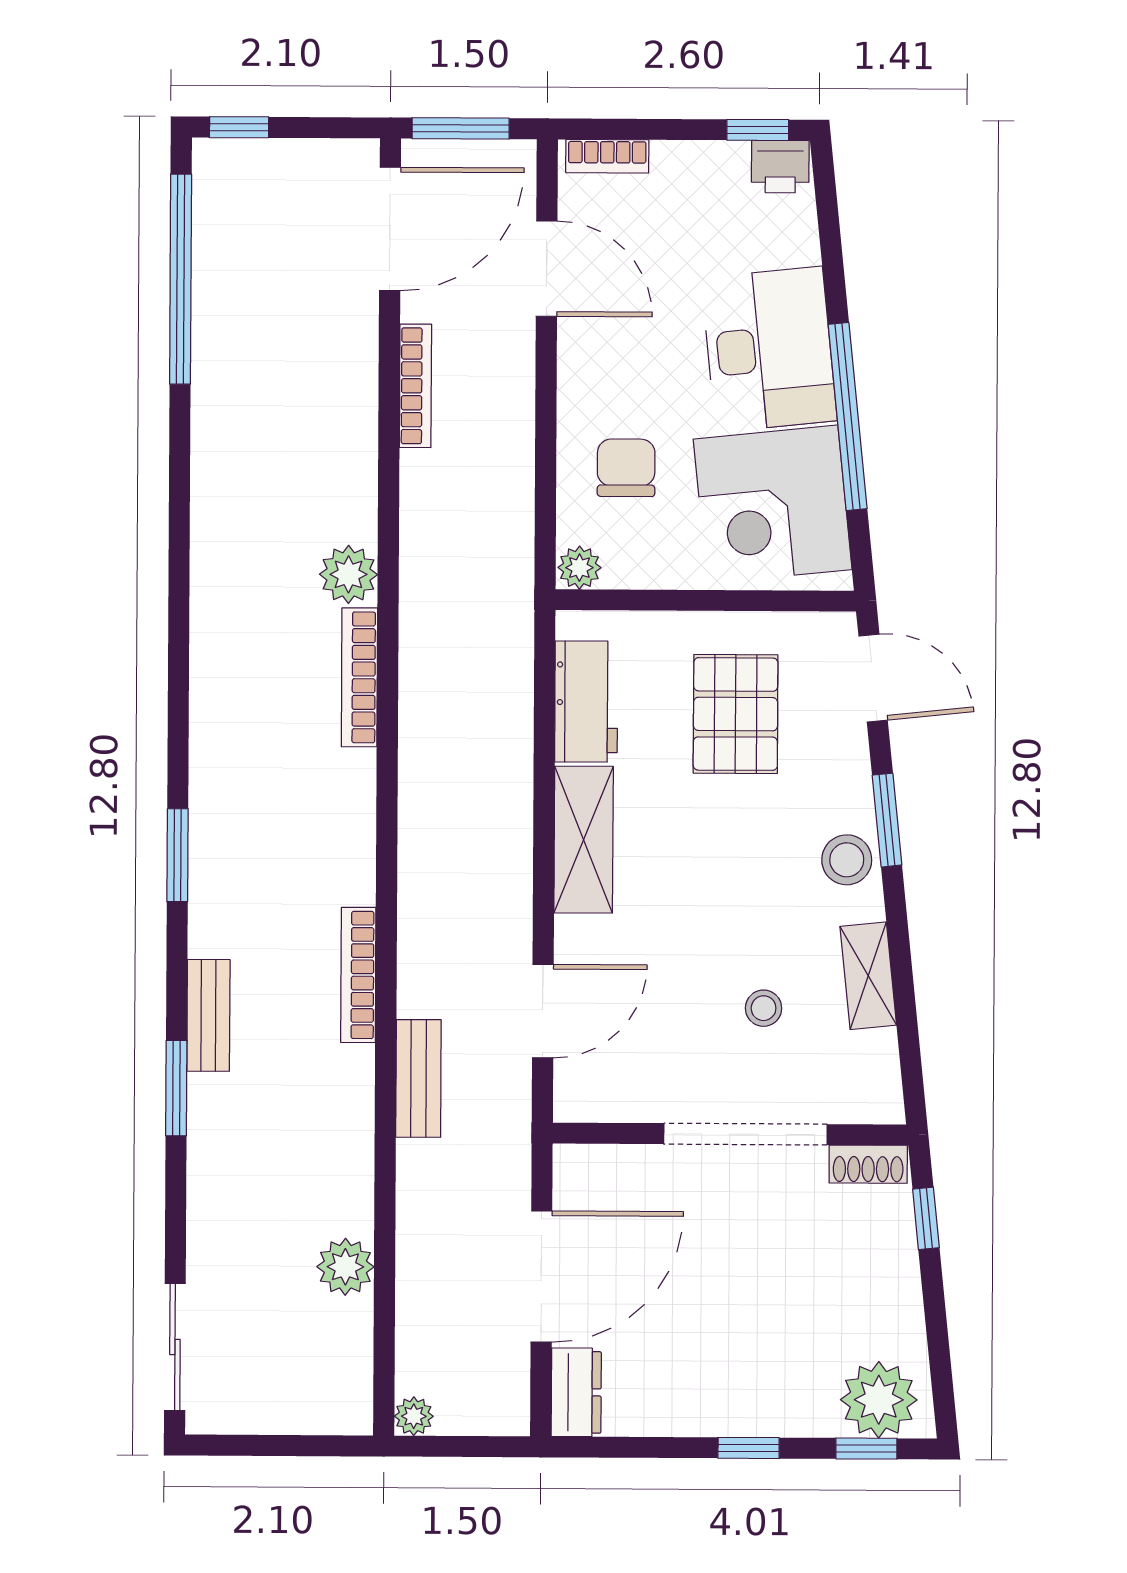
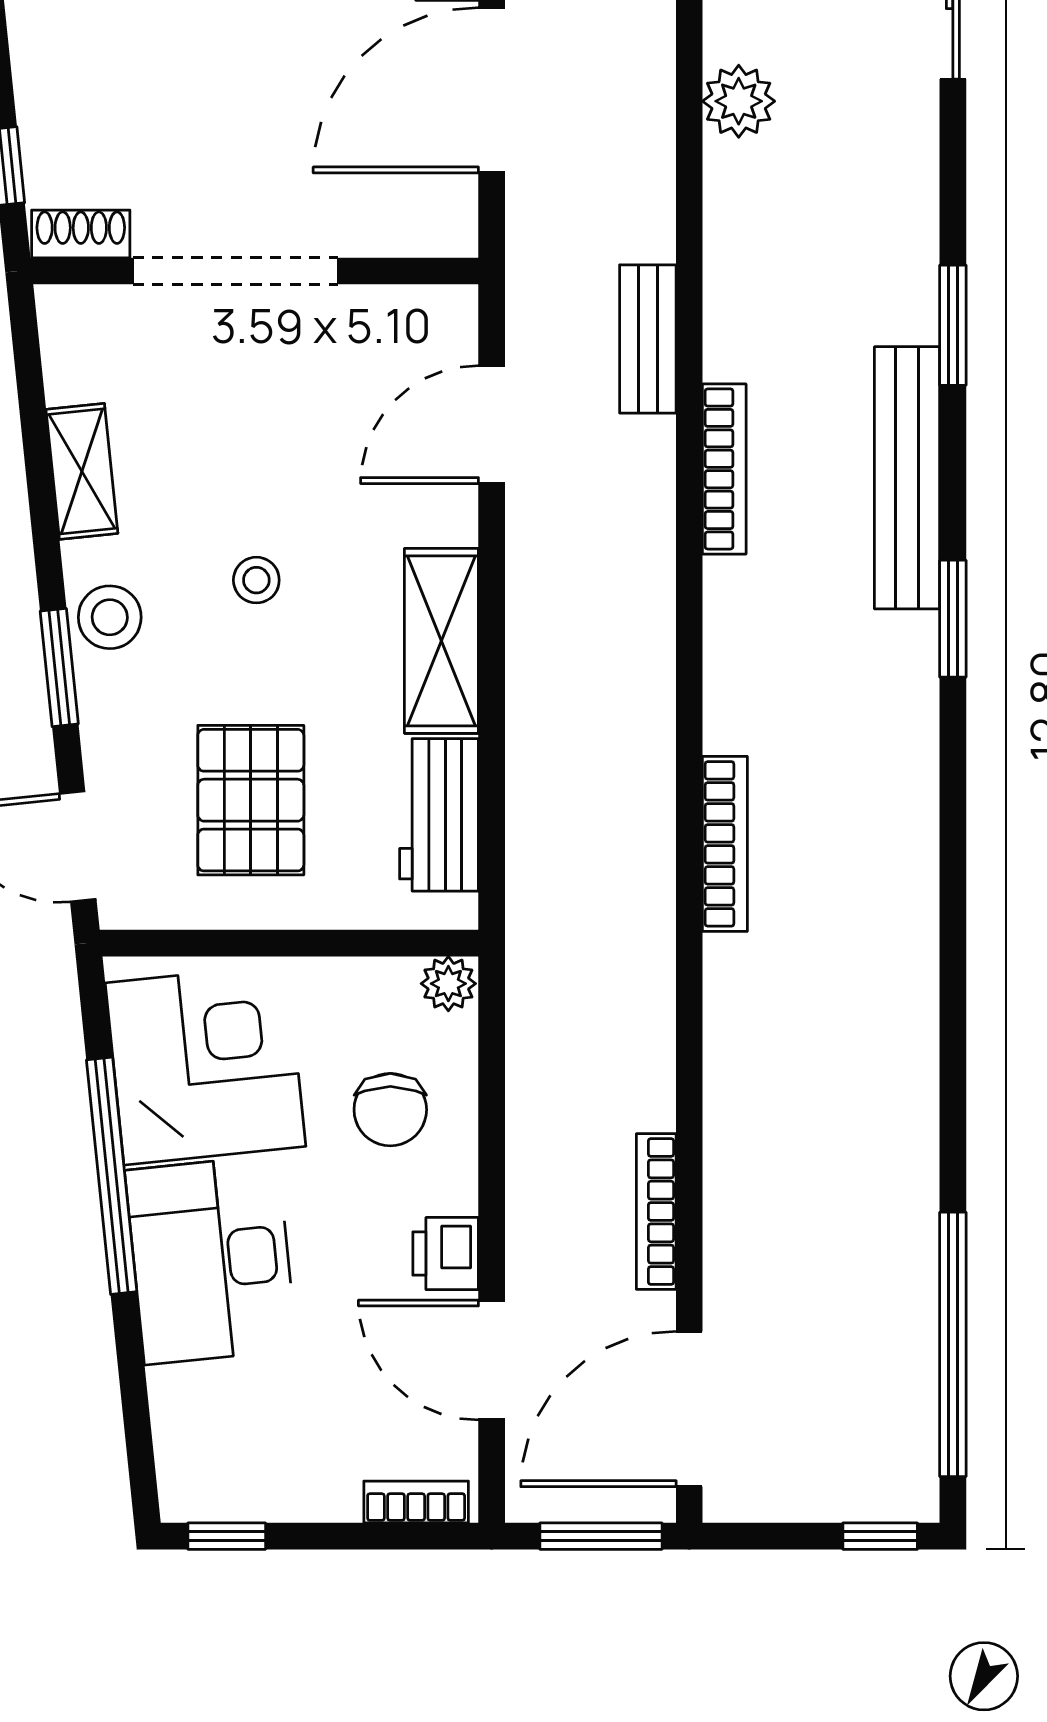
printer: (780, 167) -> (446, 1254), moved, turned -90
plant: (348, 574) -> (739, 973), removed
stool: (764, 1008) -> (256, 580), moved
bench: (208, 1015) -> (907, 478), width x1.86, depth x1.21

